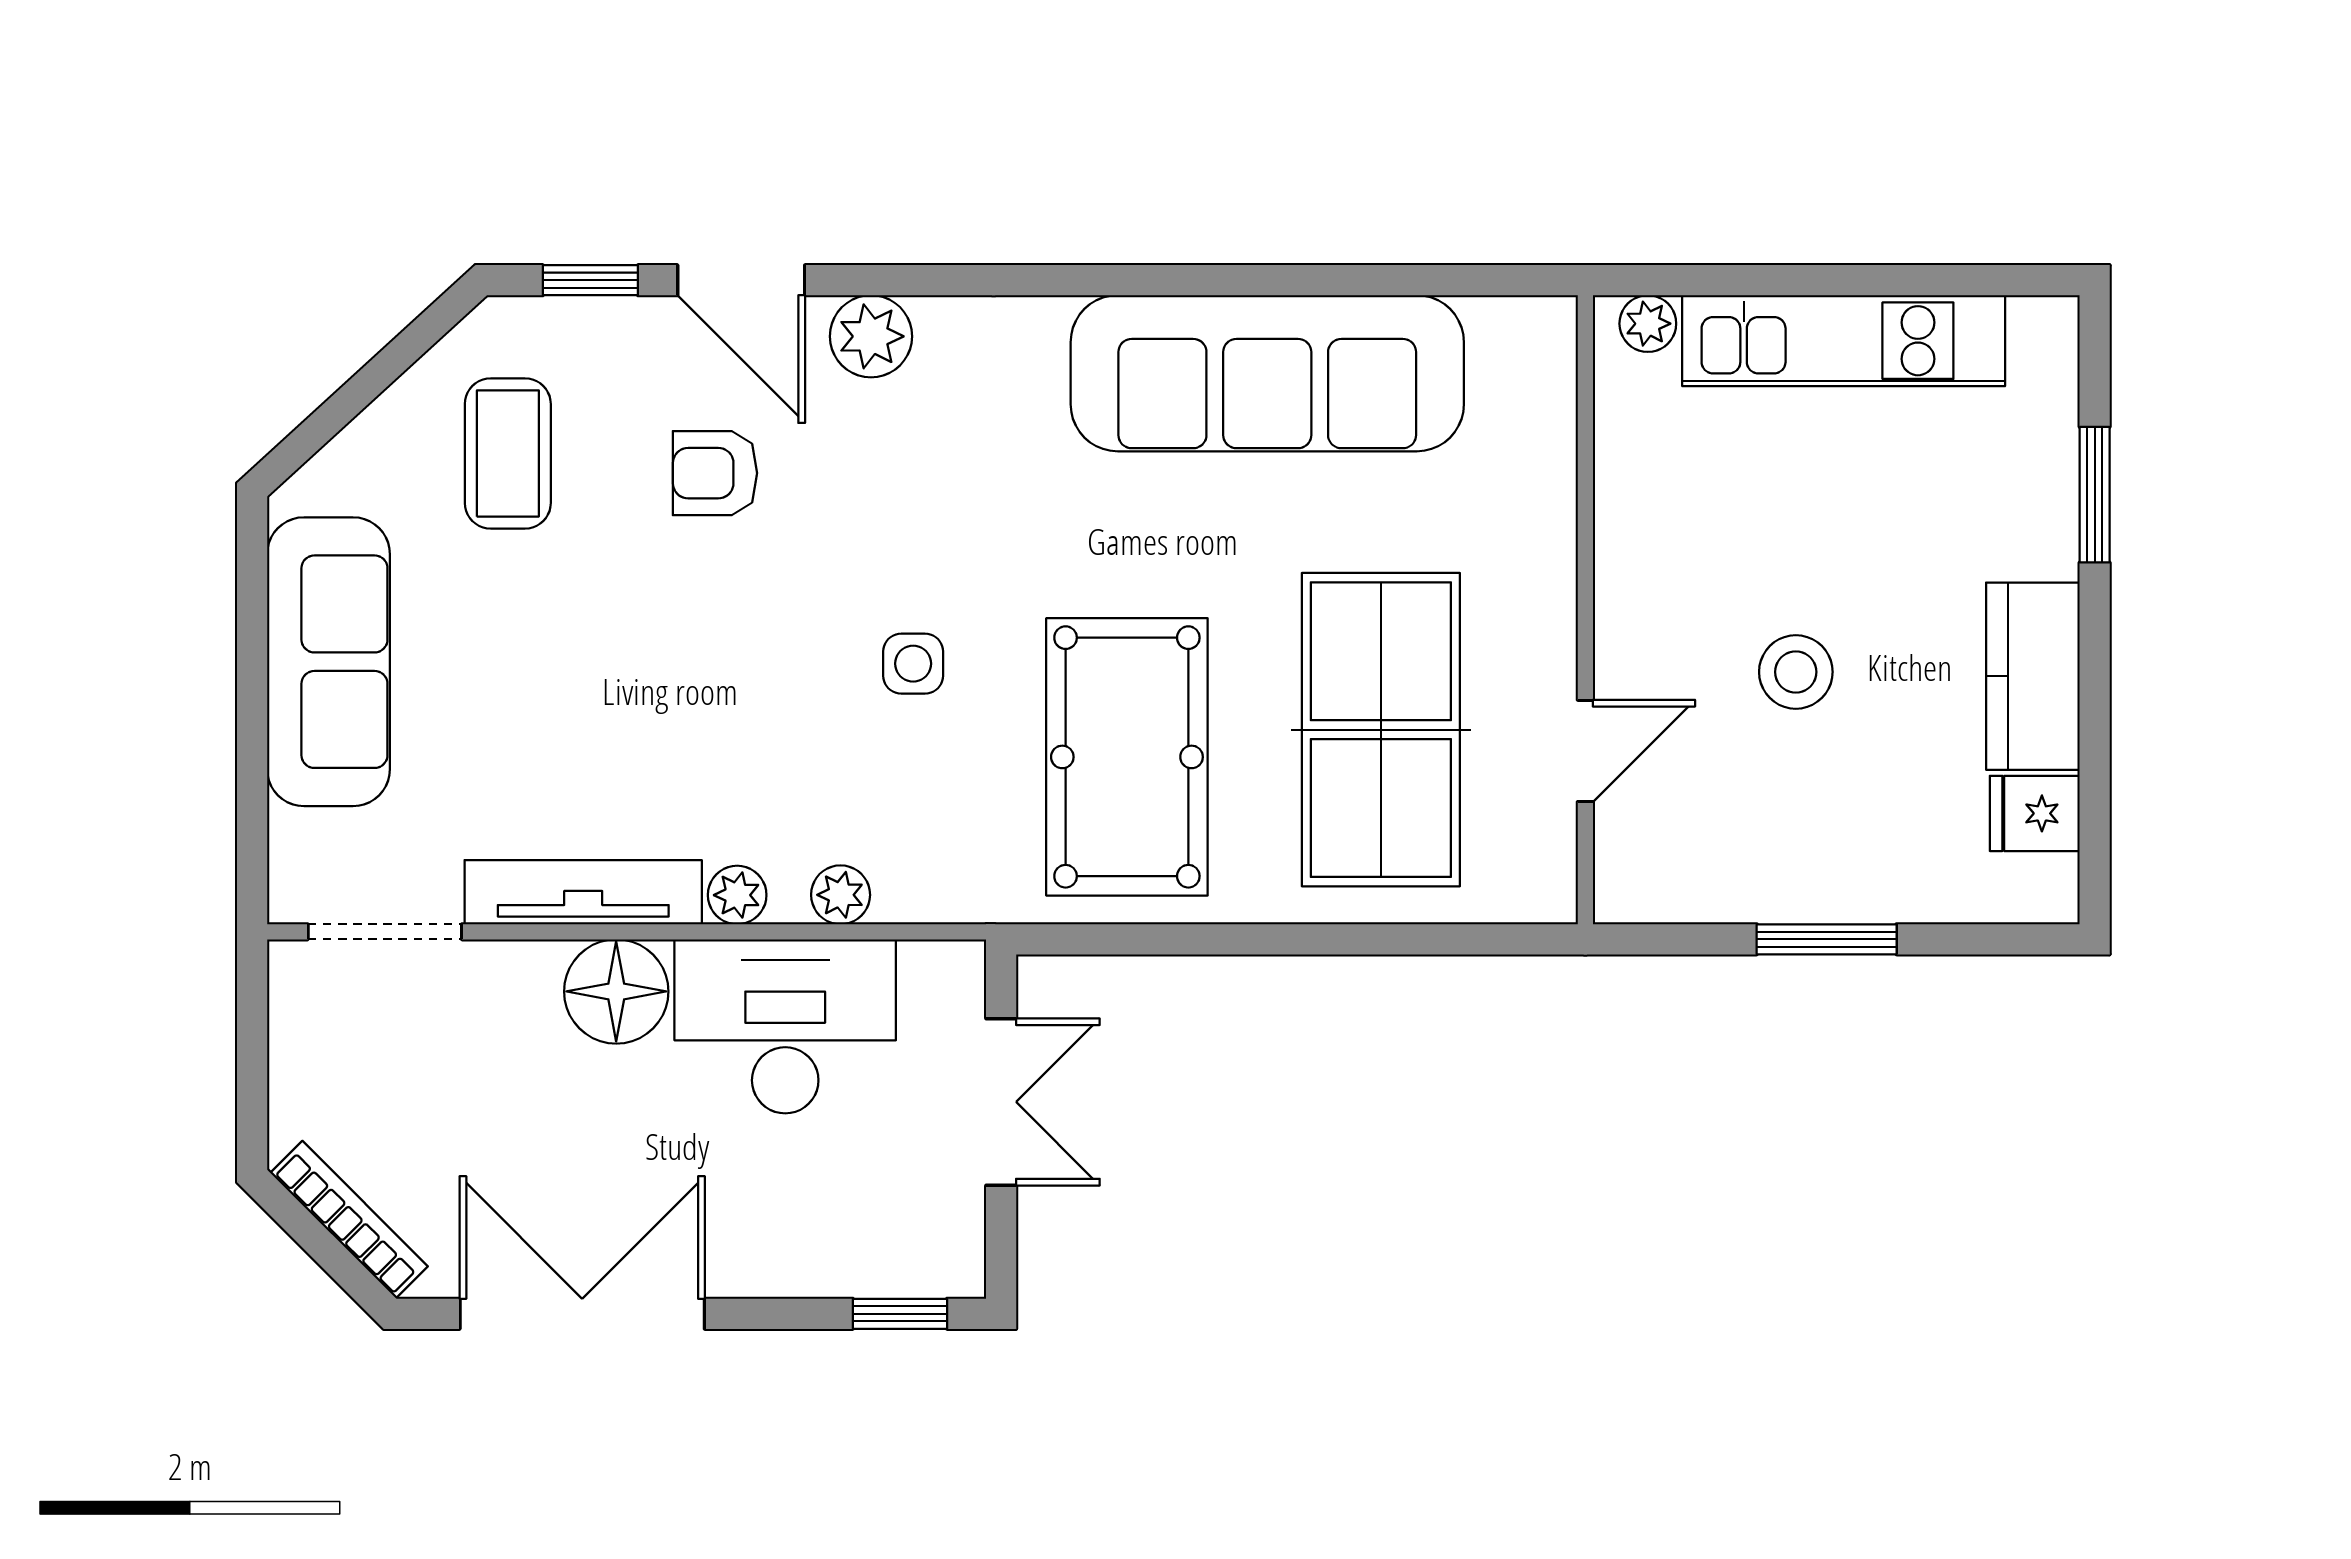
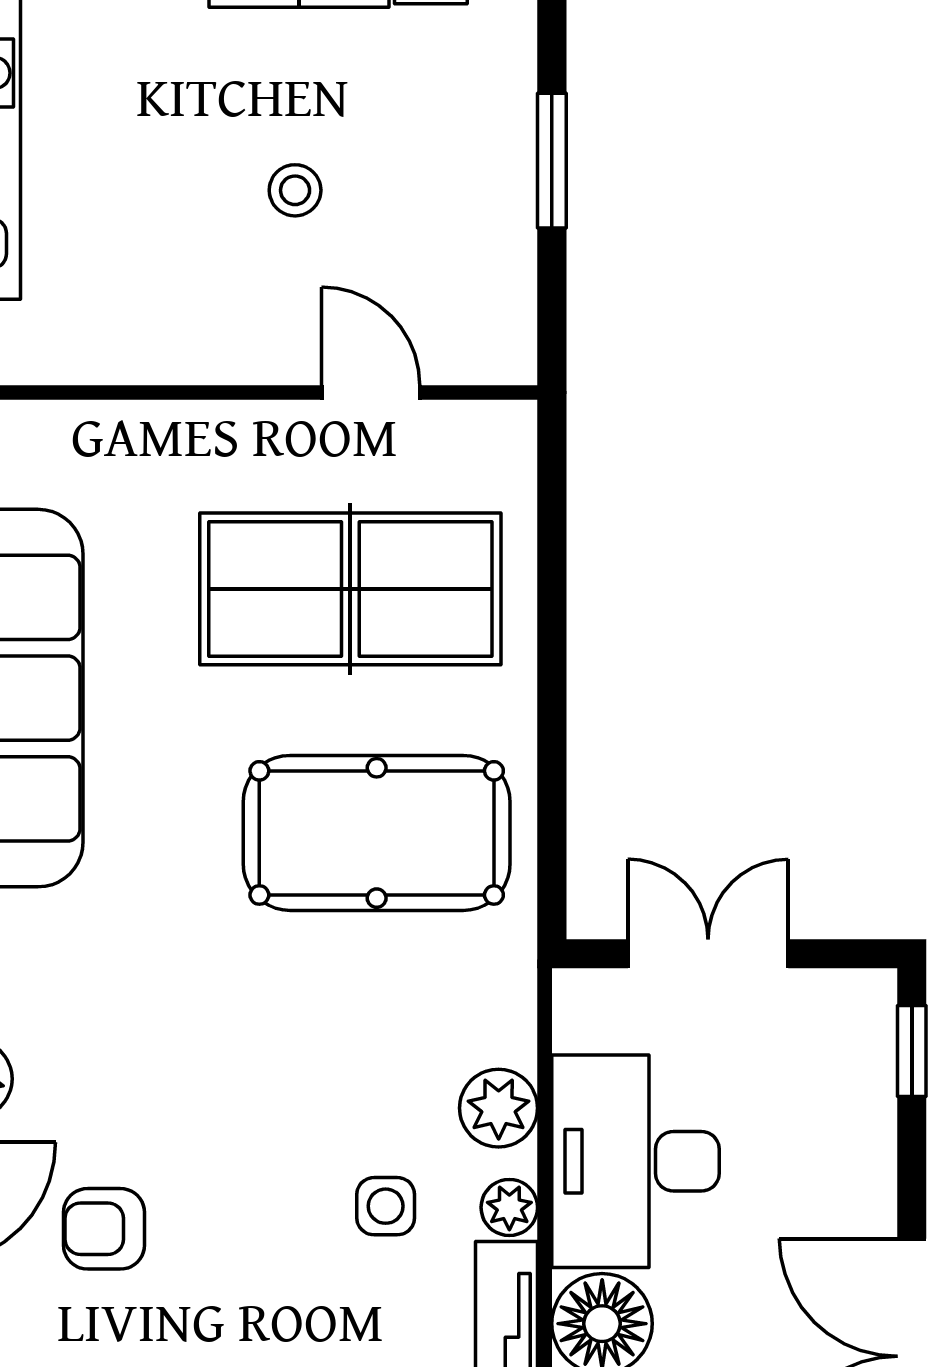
armchair: (715, 473) -> (104, 1229), turned 90
side table: (913, 664) -> (386, 1206), moved
stool: (1796, 672) -> (295, 190), width x0.73, depth x0.73
plant: (841, 895) -> (499, 1108), width x1.38, depth x1.38

